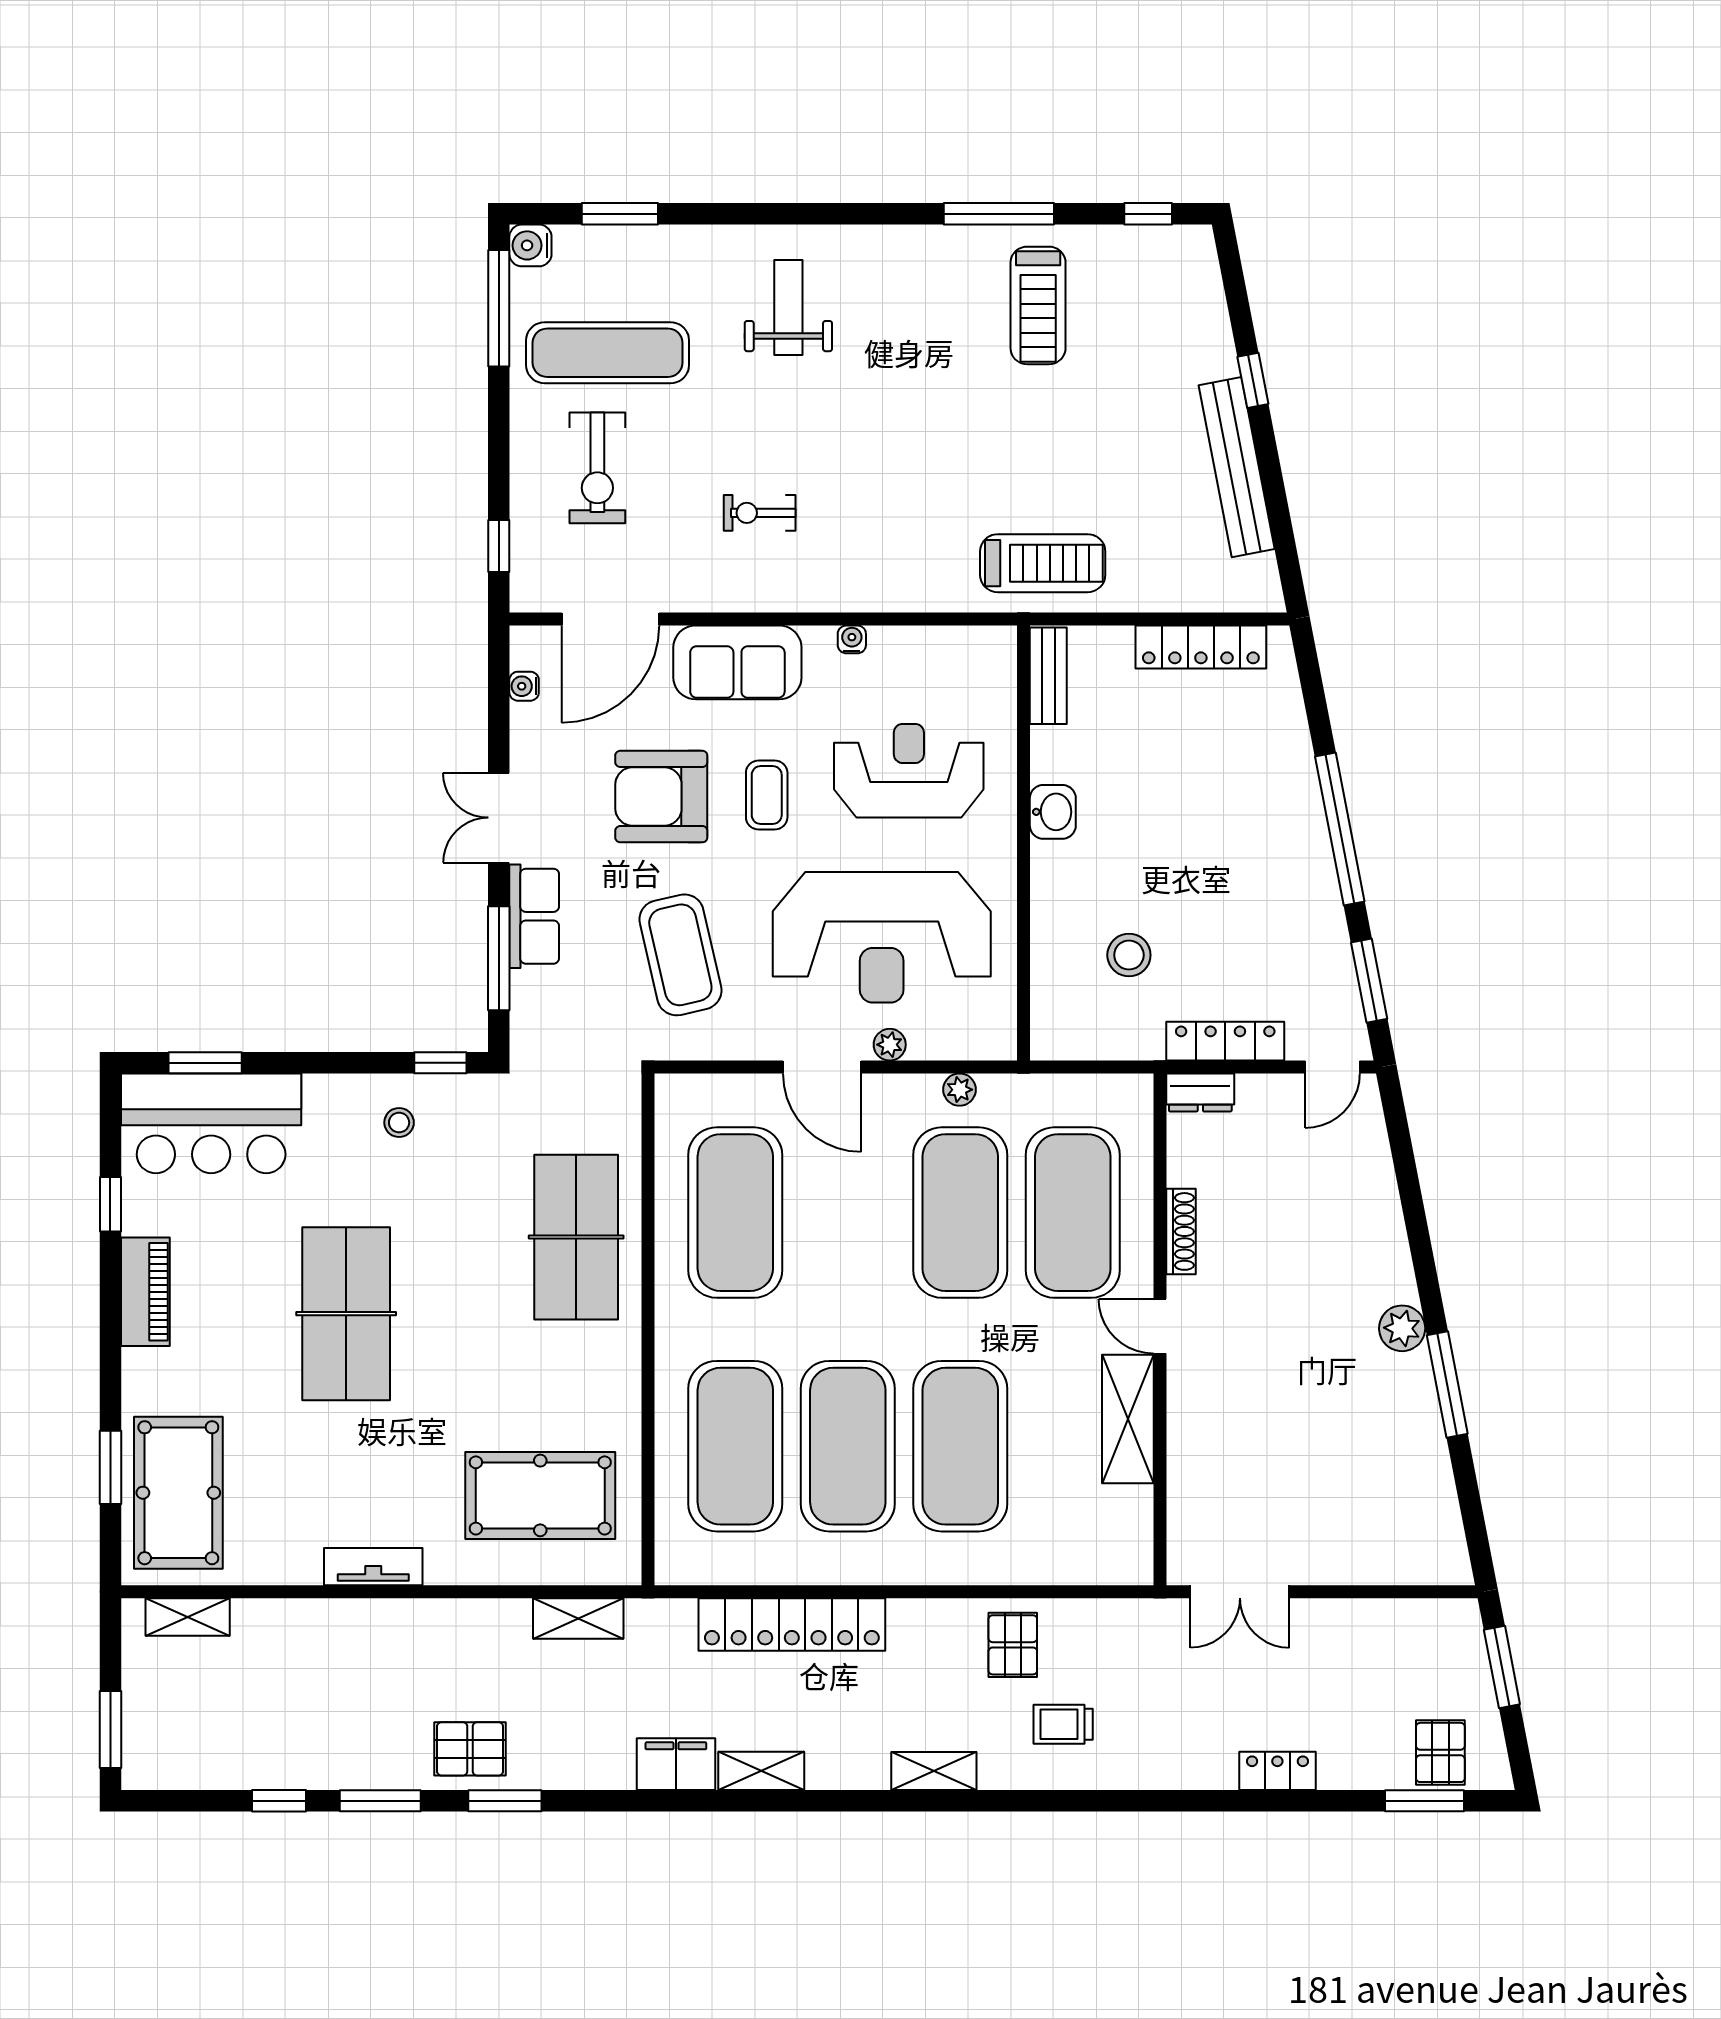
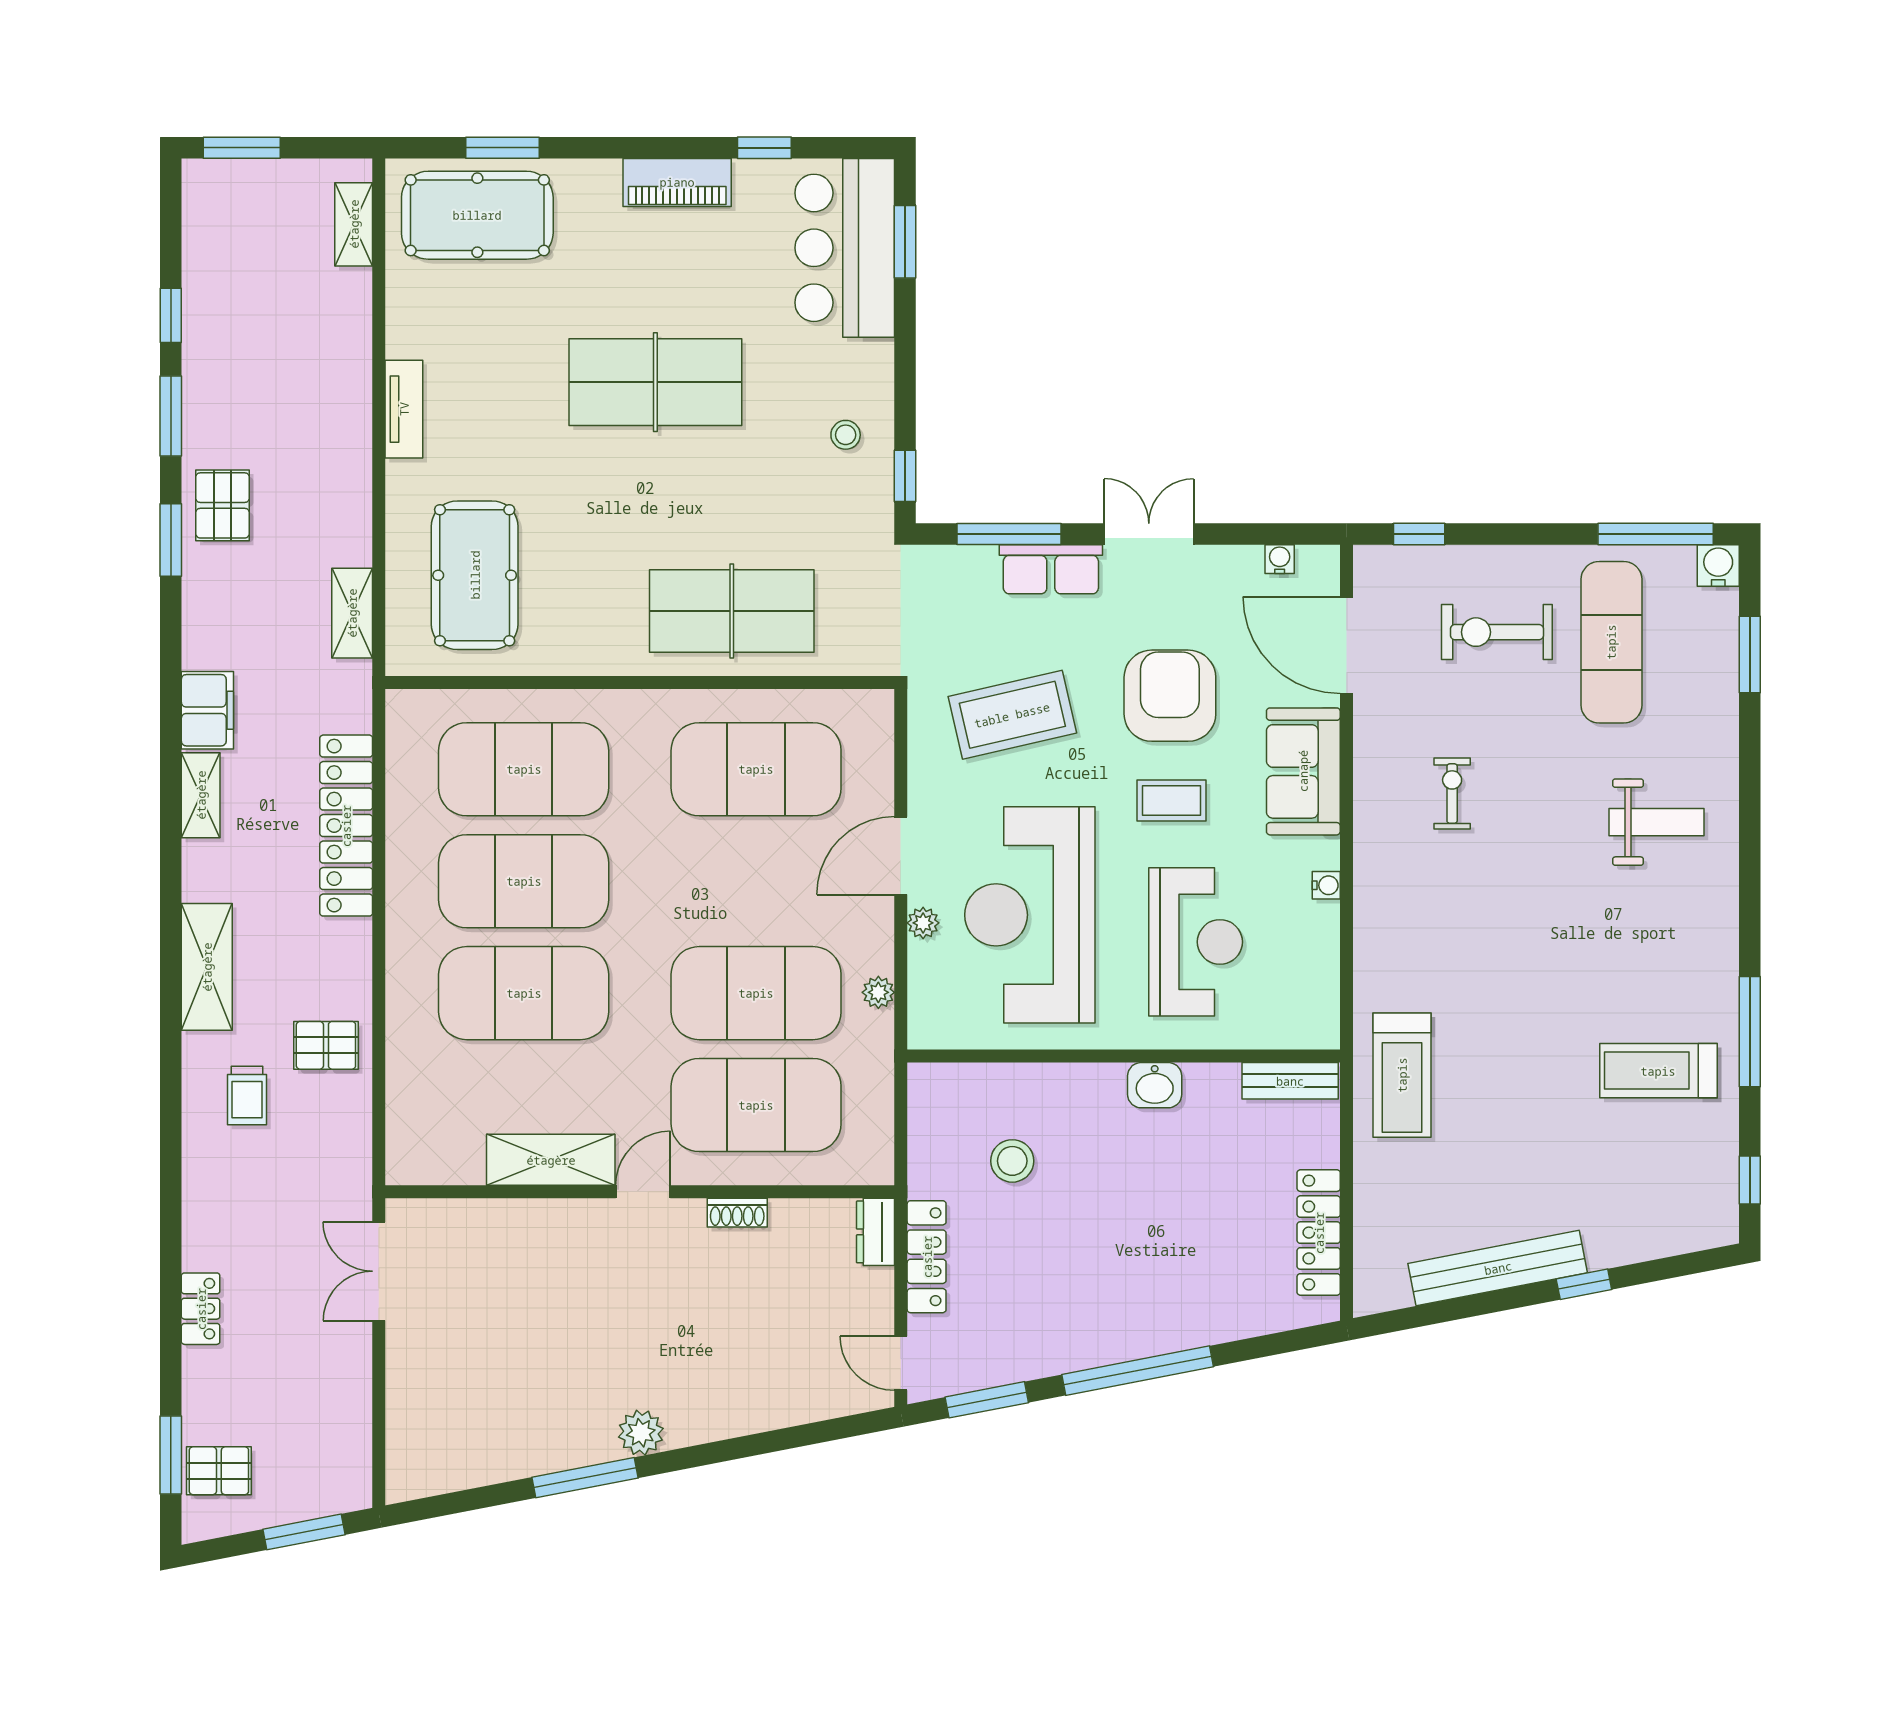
shoe rack: (1181, 1231) -> (737, 1213), width x0.70
trolley: (1063, 1724) -> (247, 1095), turned 180
shelving: (934, 1771) -> (207, 967), width x1.50, depth x1.33

